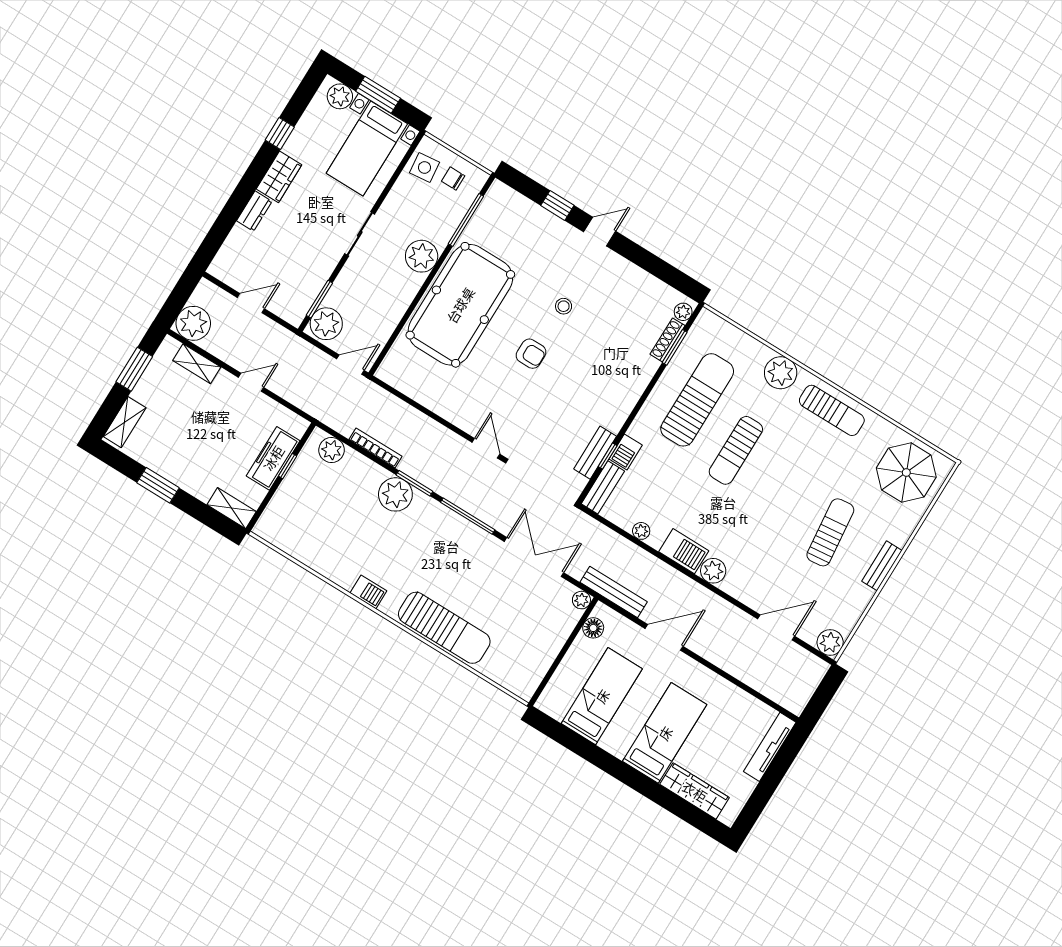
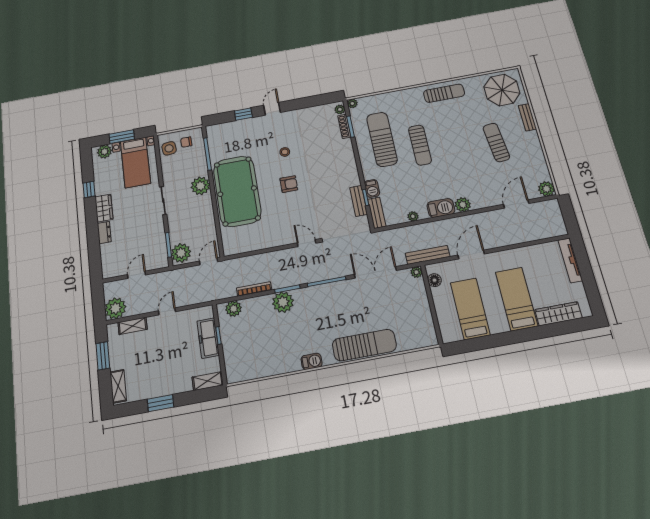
plant: (781, 373) -> (352, 103), moved, width x0.53, depth x0.53
bench: (882, 566) -> (527, 117), moved

